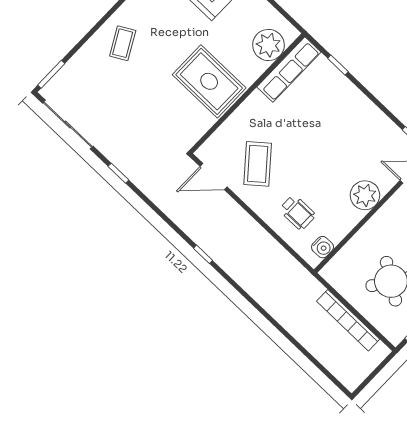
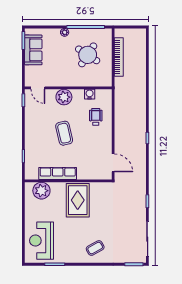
row of seats: (289, 70) -> (58, 174), moved
coffee table: (258, 164) -> (64, 133), moved, turned -63
water cooler: (323, 247) -> (90, 94), moved

